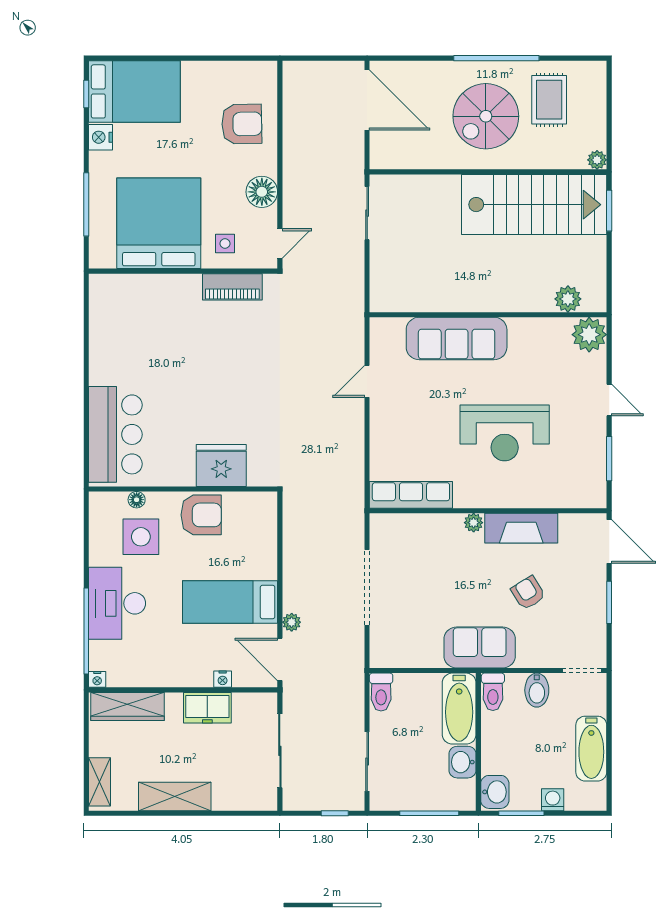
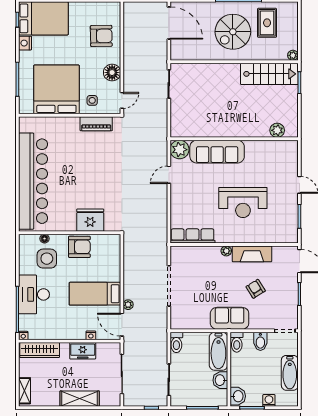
stairs: (534, 205) -> (269, 74), width x0.73, depth x0.66
plant: (589, 335) -> (180, 150), moved
bar counter: (115, 434) -> (33, 181), width x1.86
shelving: (175, 796) -> (80, 399), moved

